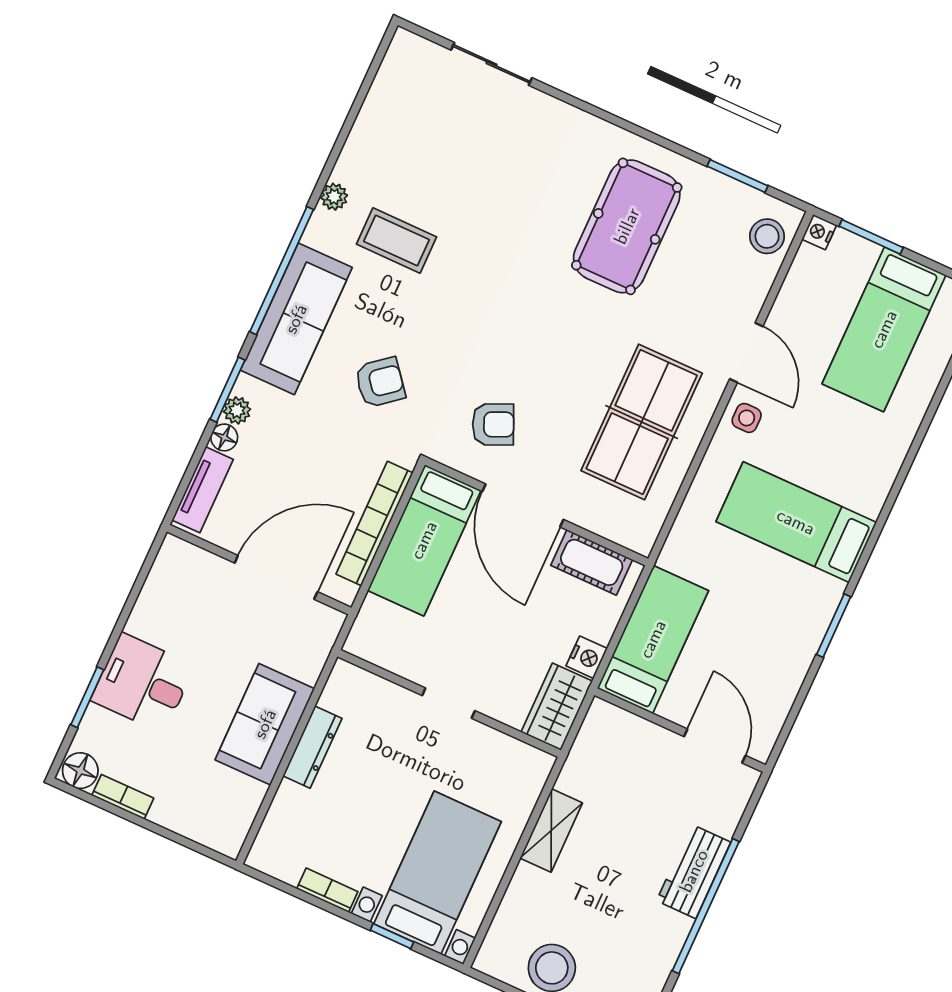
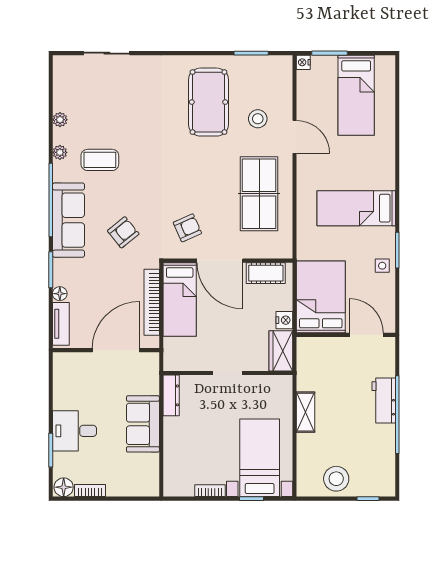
stool: (767, 236) -> (258, 119), moved
plant: (237, 410) -> (60, 120), moved
side table: (747, 418) -> (382, 266), moved
bed: (653, 639) -> (321, 297), width x1.50
dresser: (312, 747) -> (171, 395), moved

